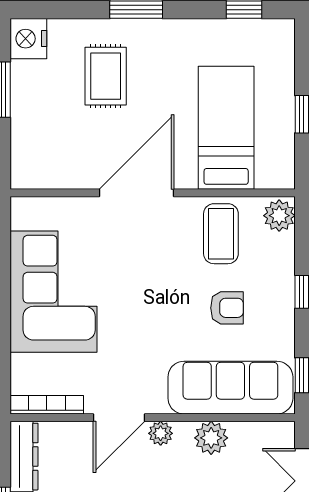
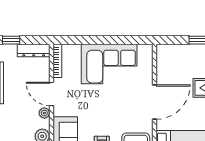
door: (137, 193) -> (154, 102), hinge flipped

